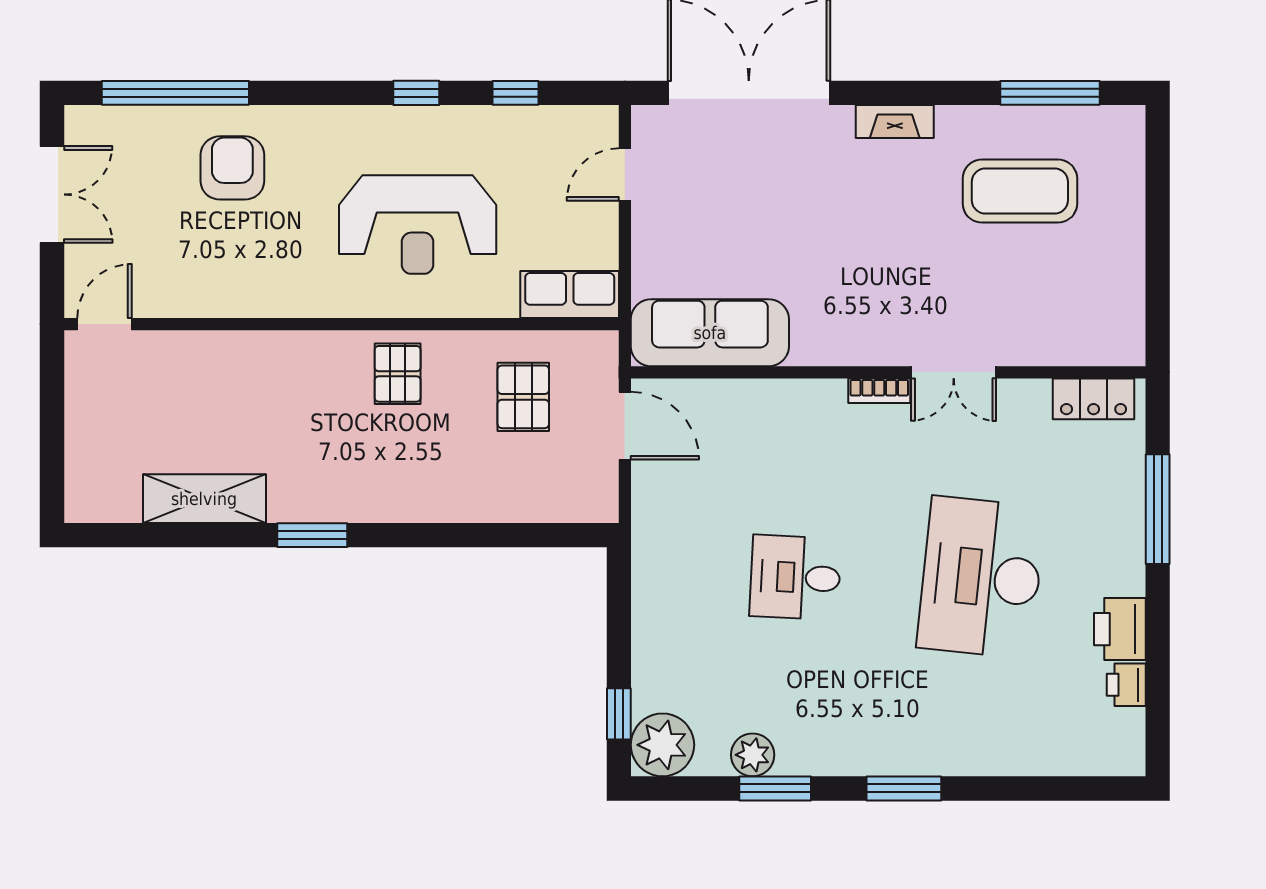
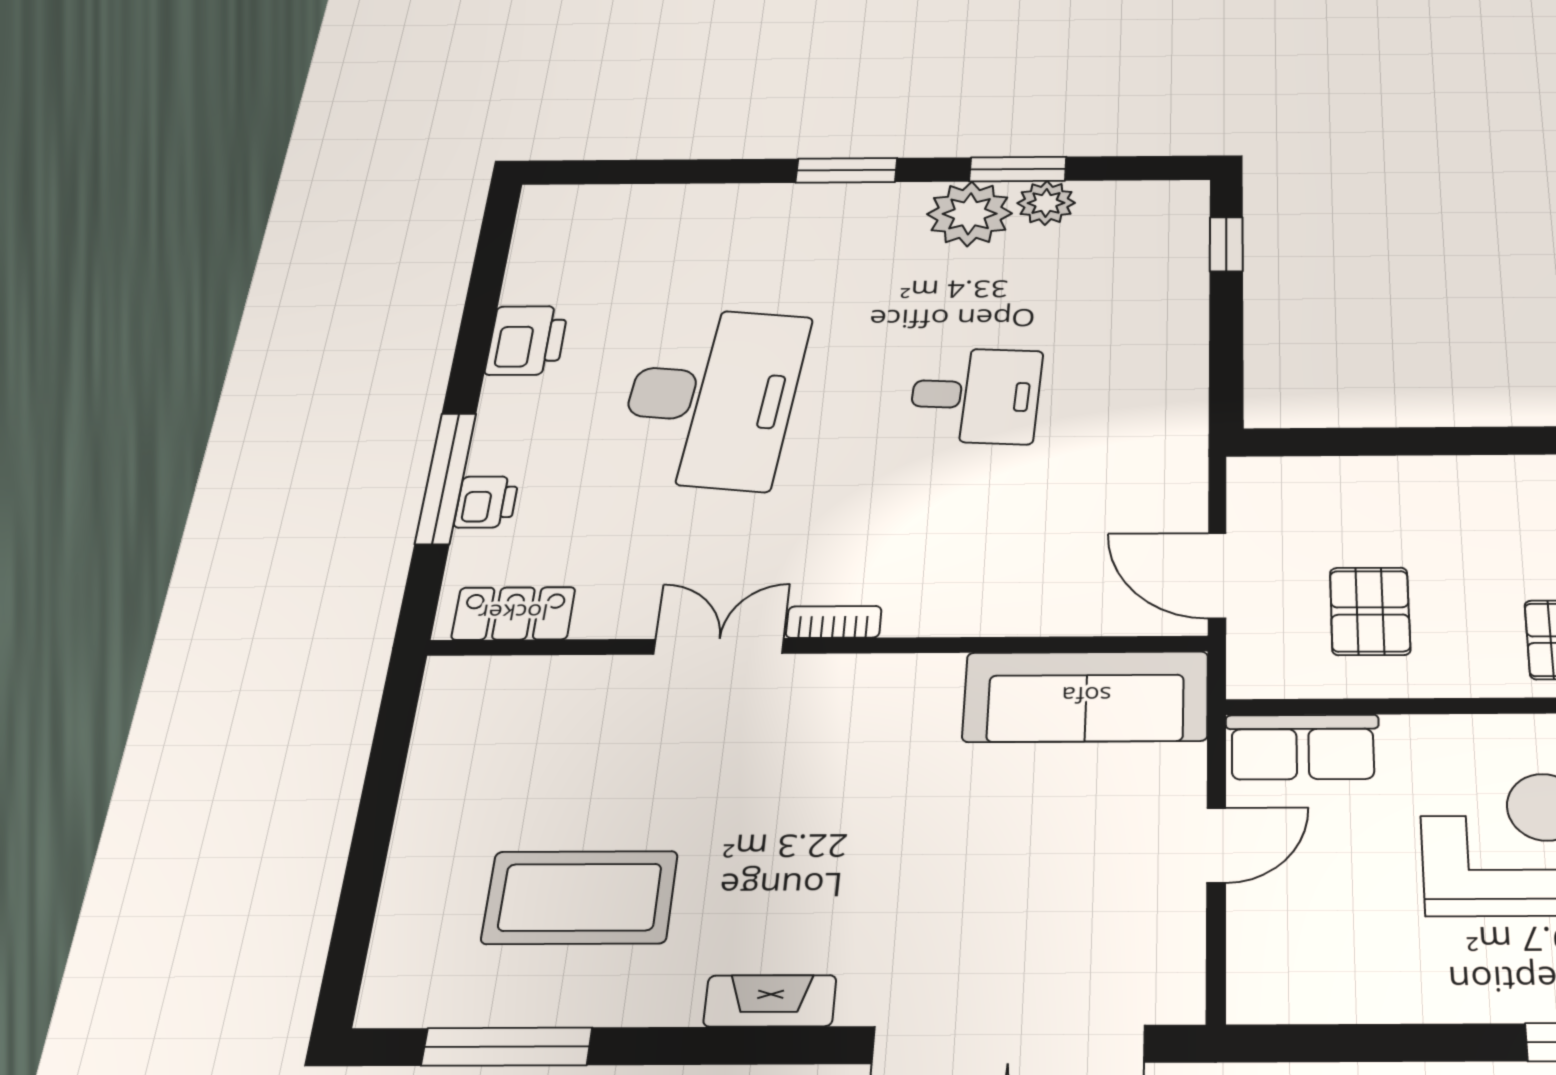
window: (515, 93) -> (1399, 1043), removed
door: (625, 175) -> (1216, 845), moved
printer: (1126, 685) -> (486, 502), moved
plant: (662, 745) -> (970, 214), moved

